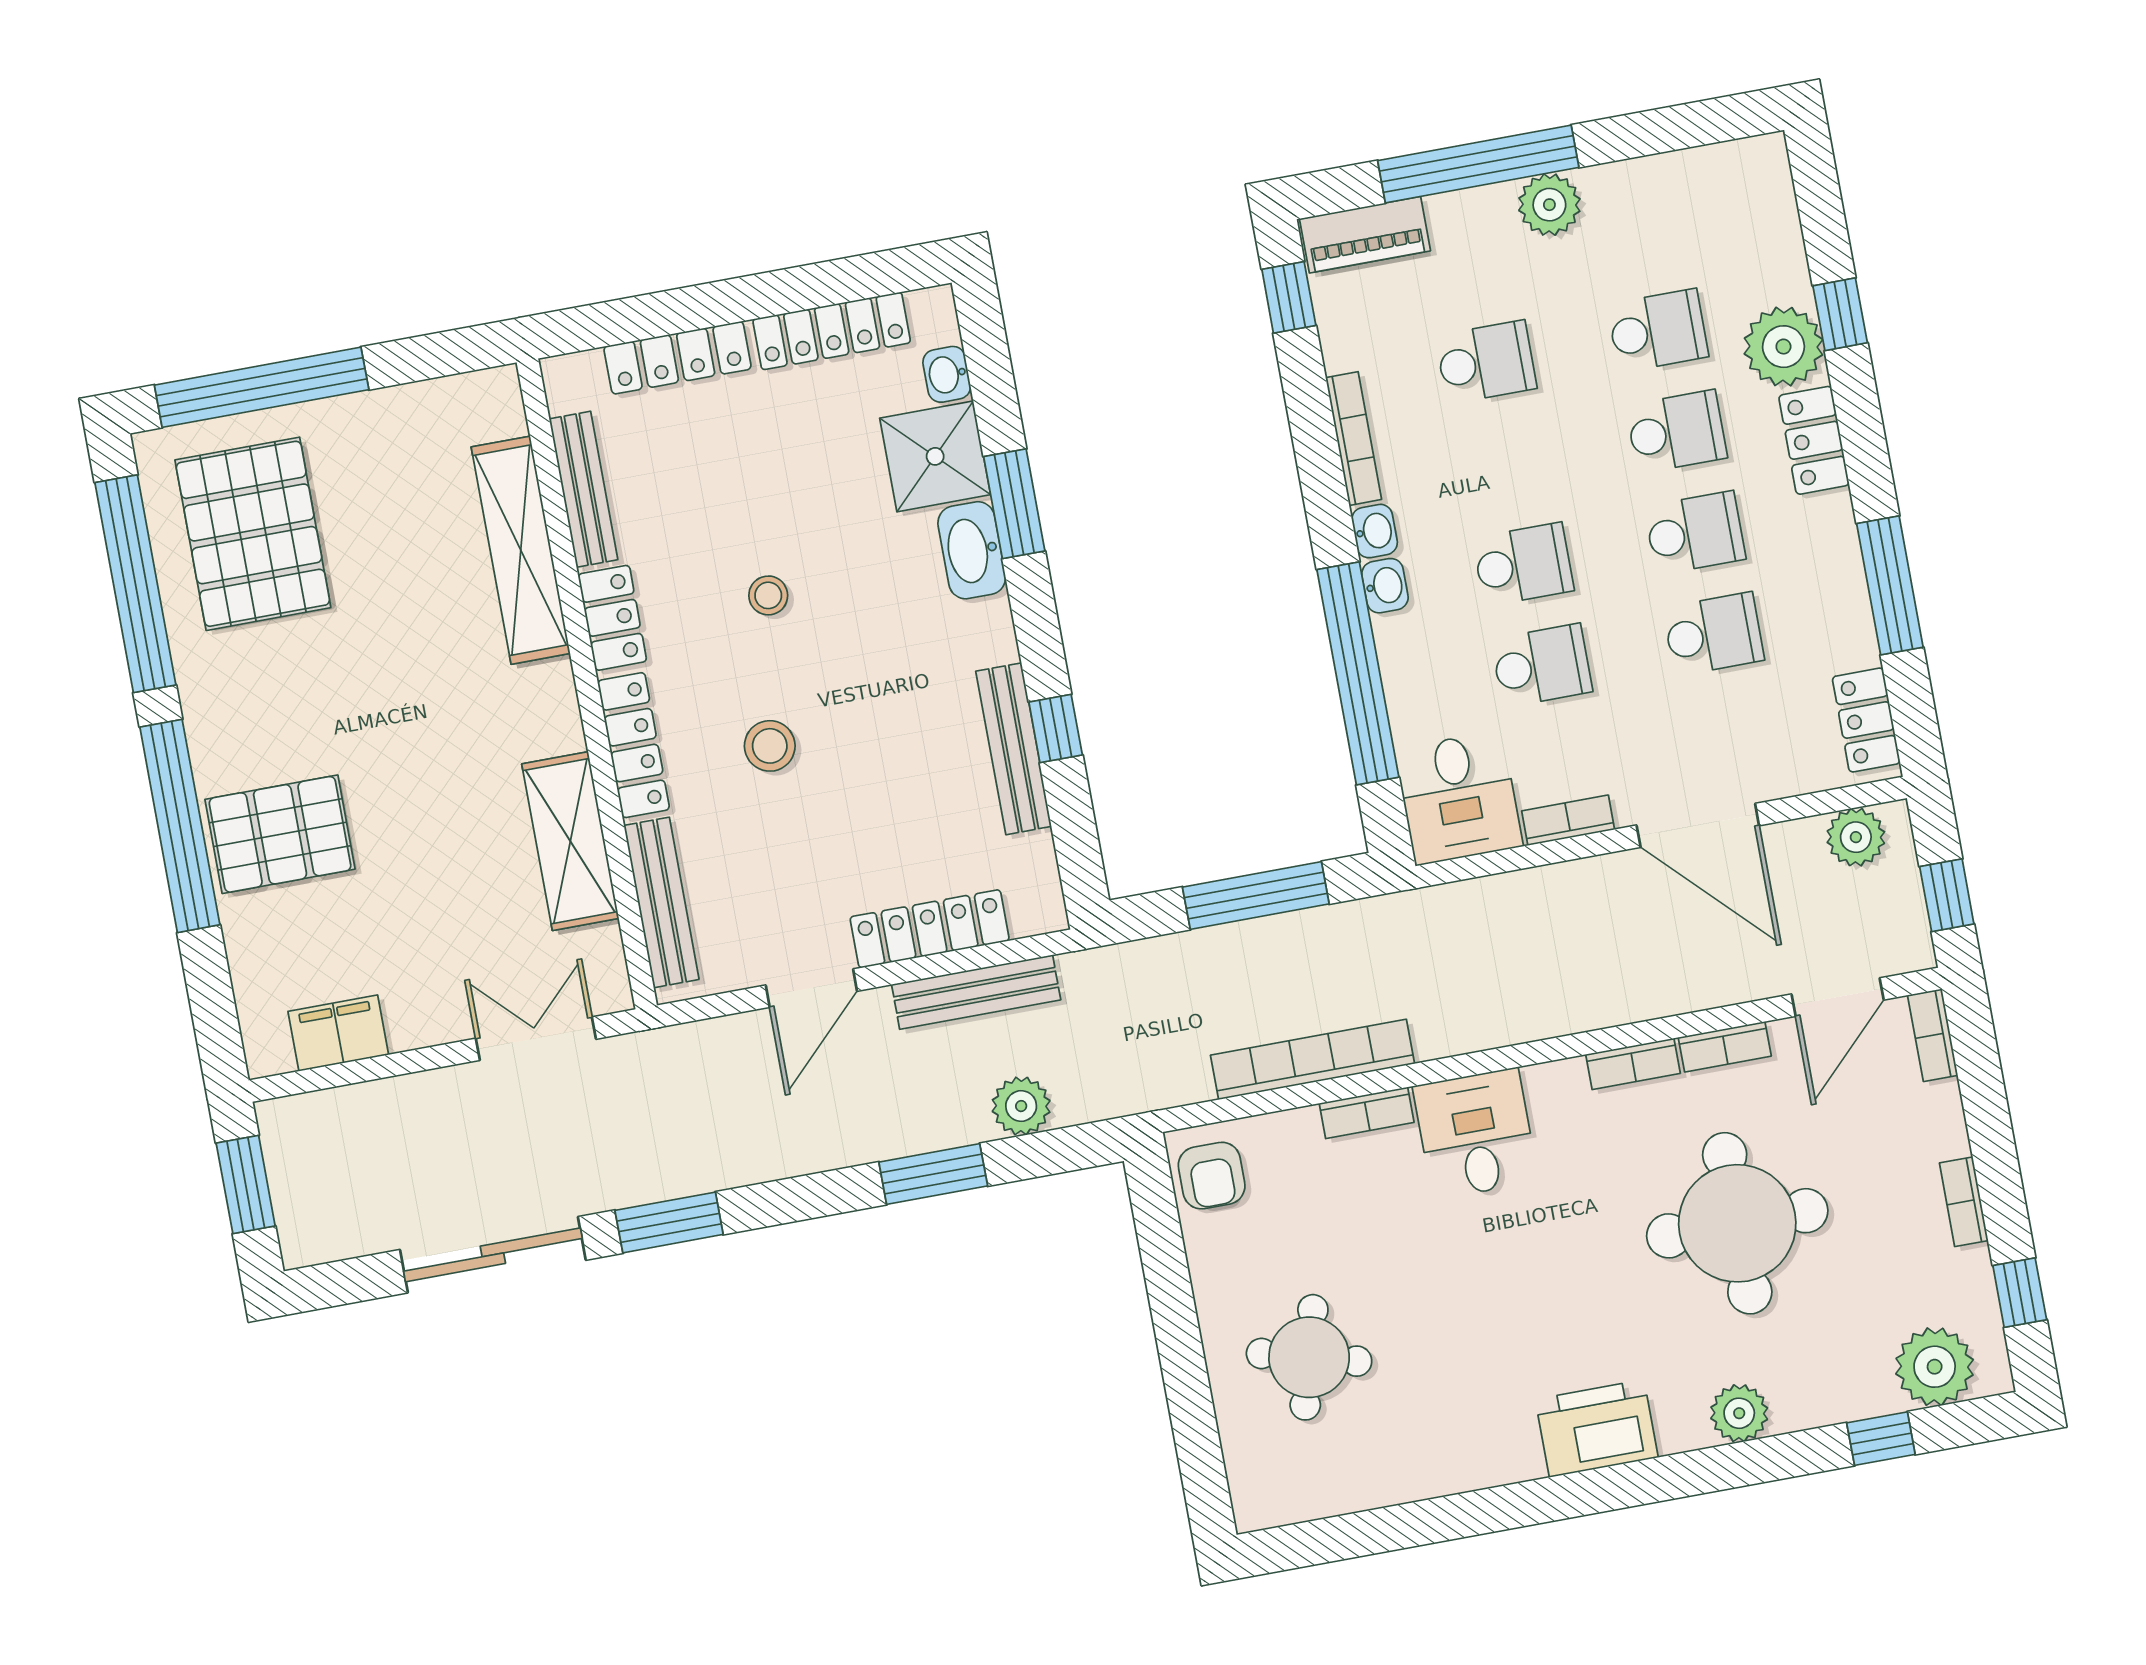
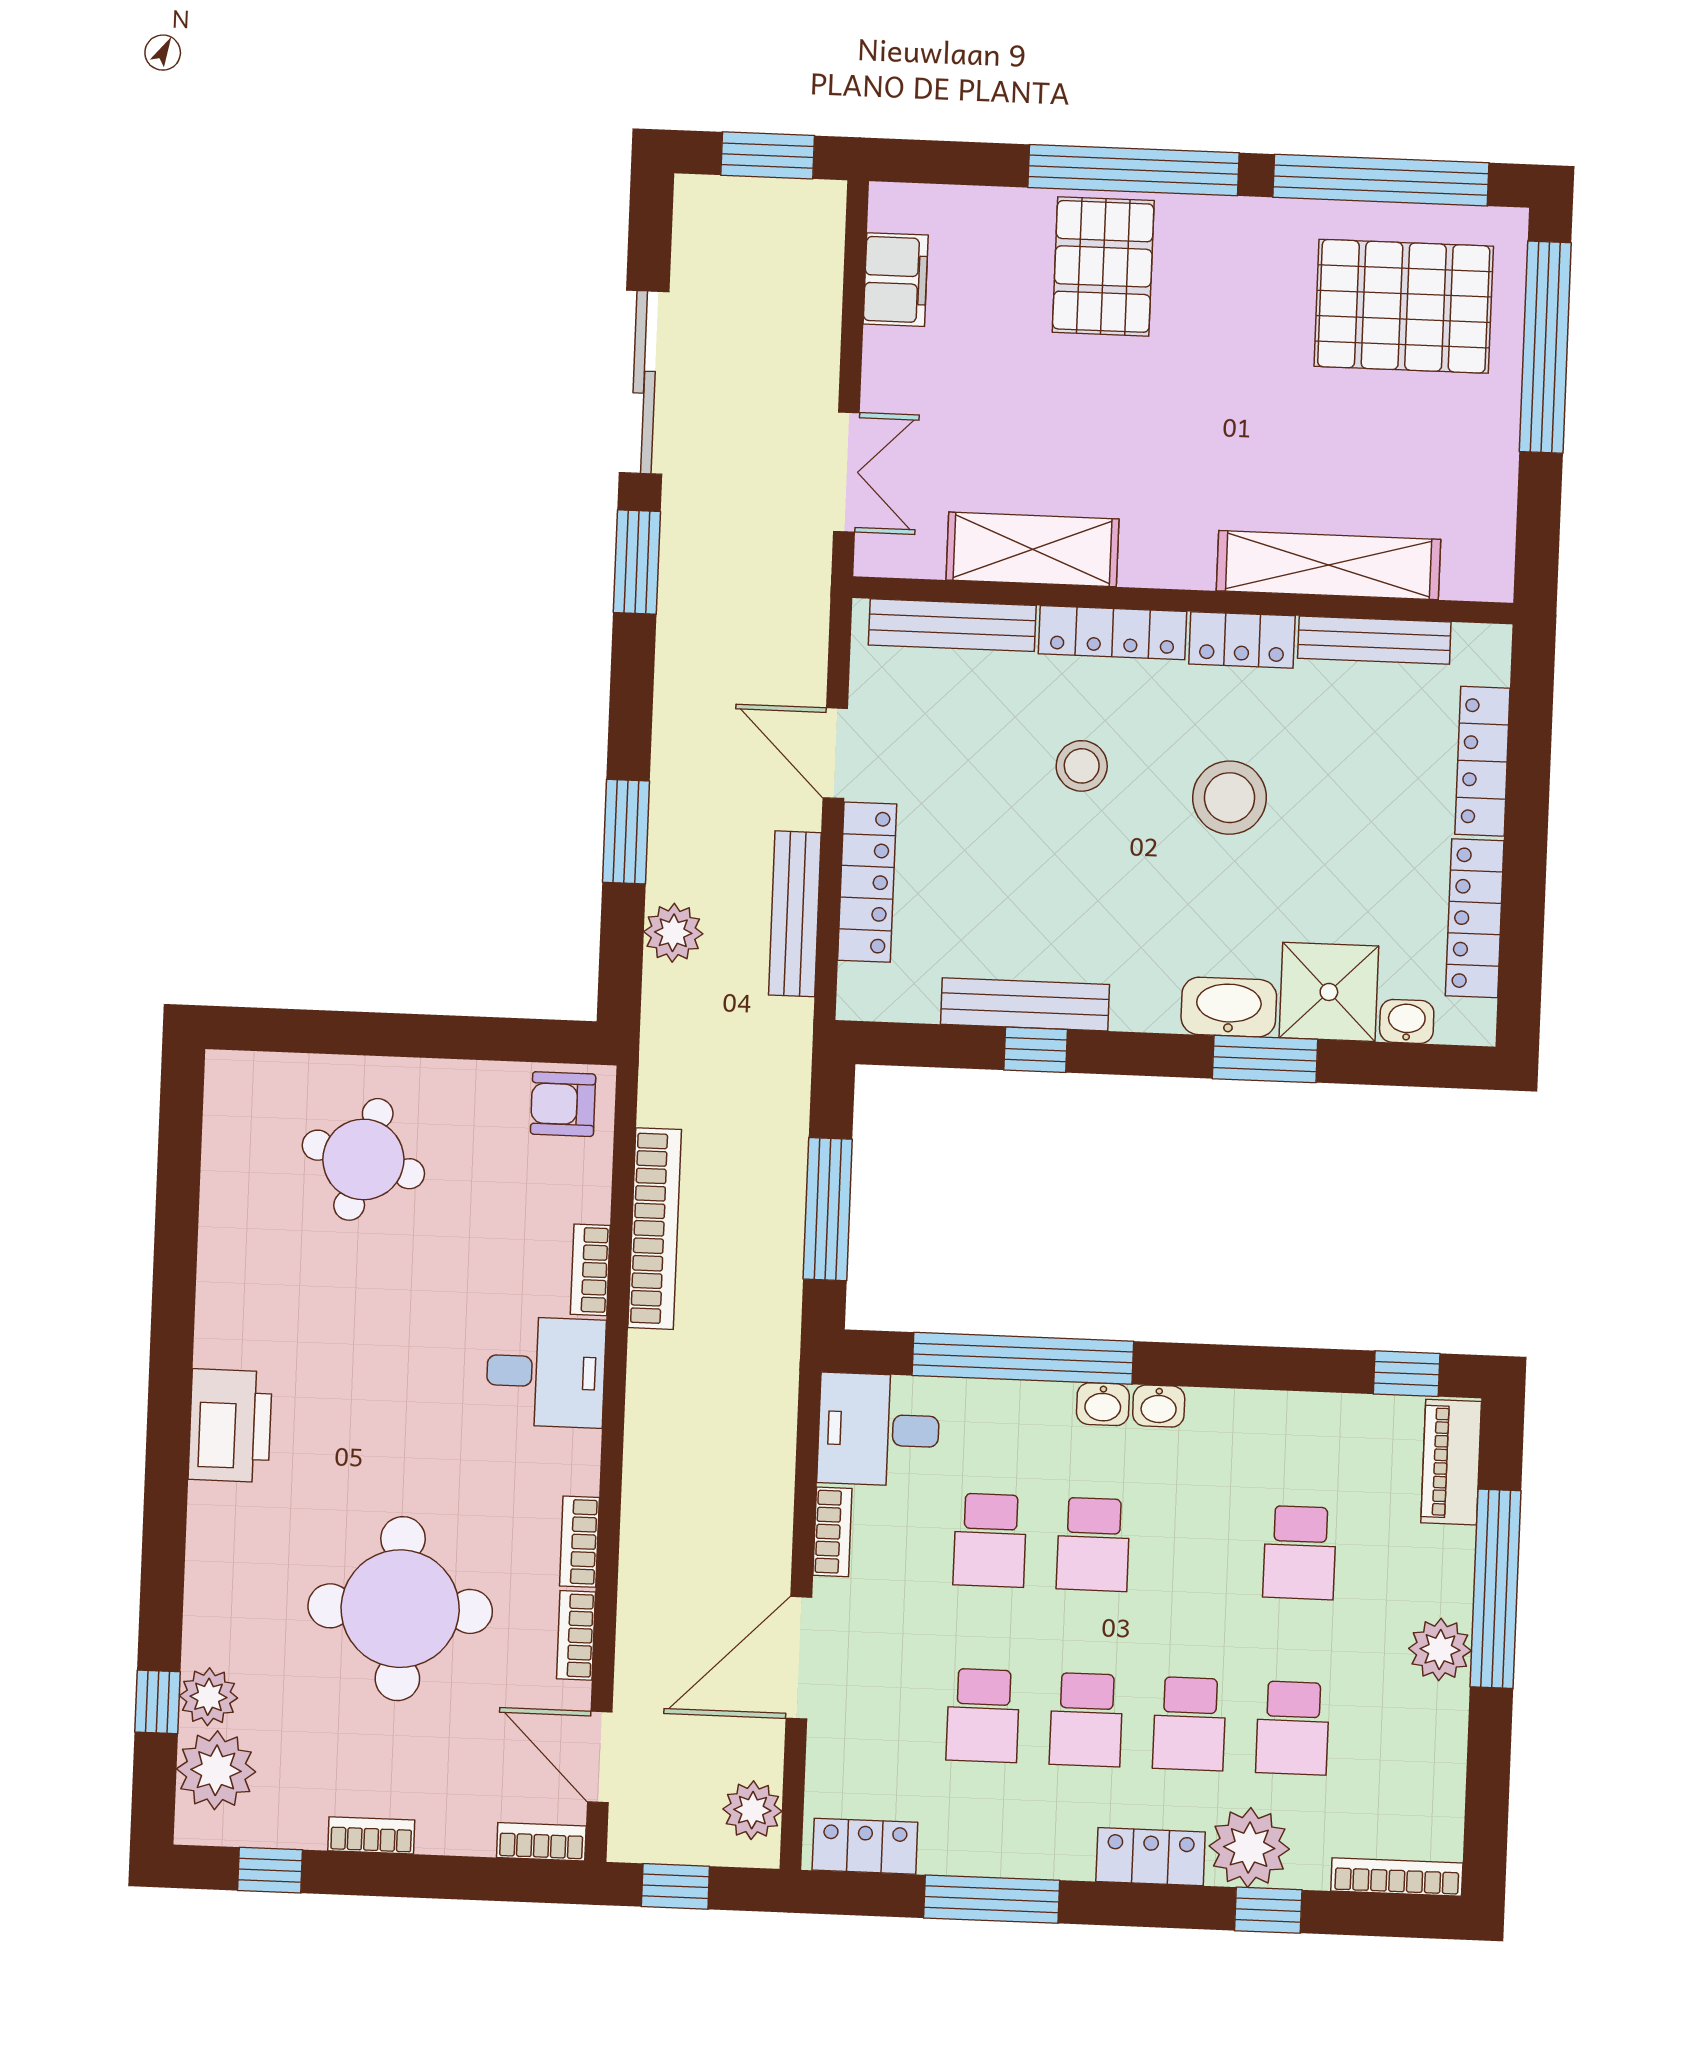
bookcase: (1354, 439) -> (1397, 1877), moved, turned 180
stool: (768, 595) -> (1229, 798), width x1.89, depth x1.89
plant: (1739, 1413) -> (208, 1697), moved

